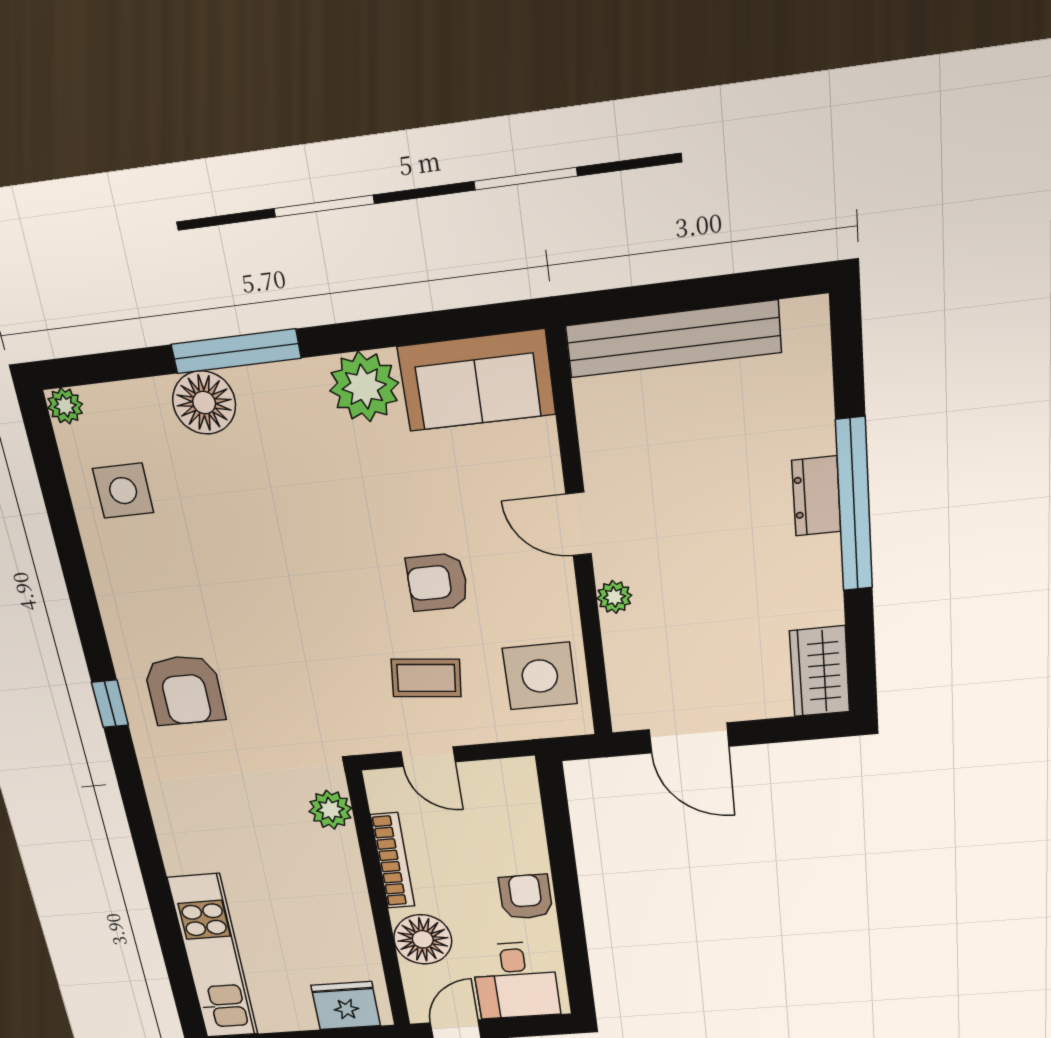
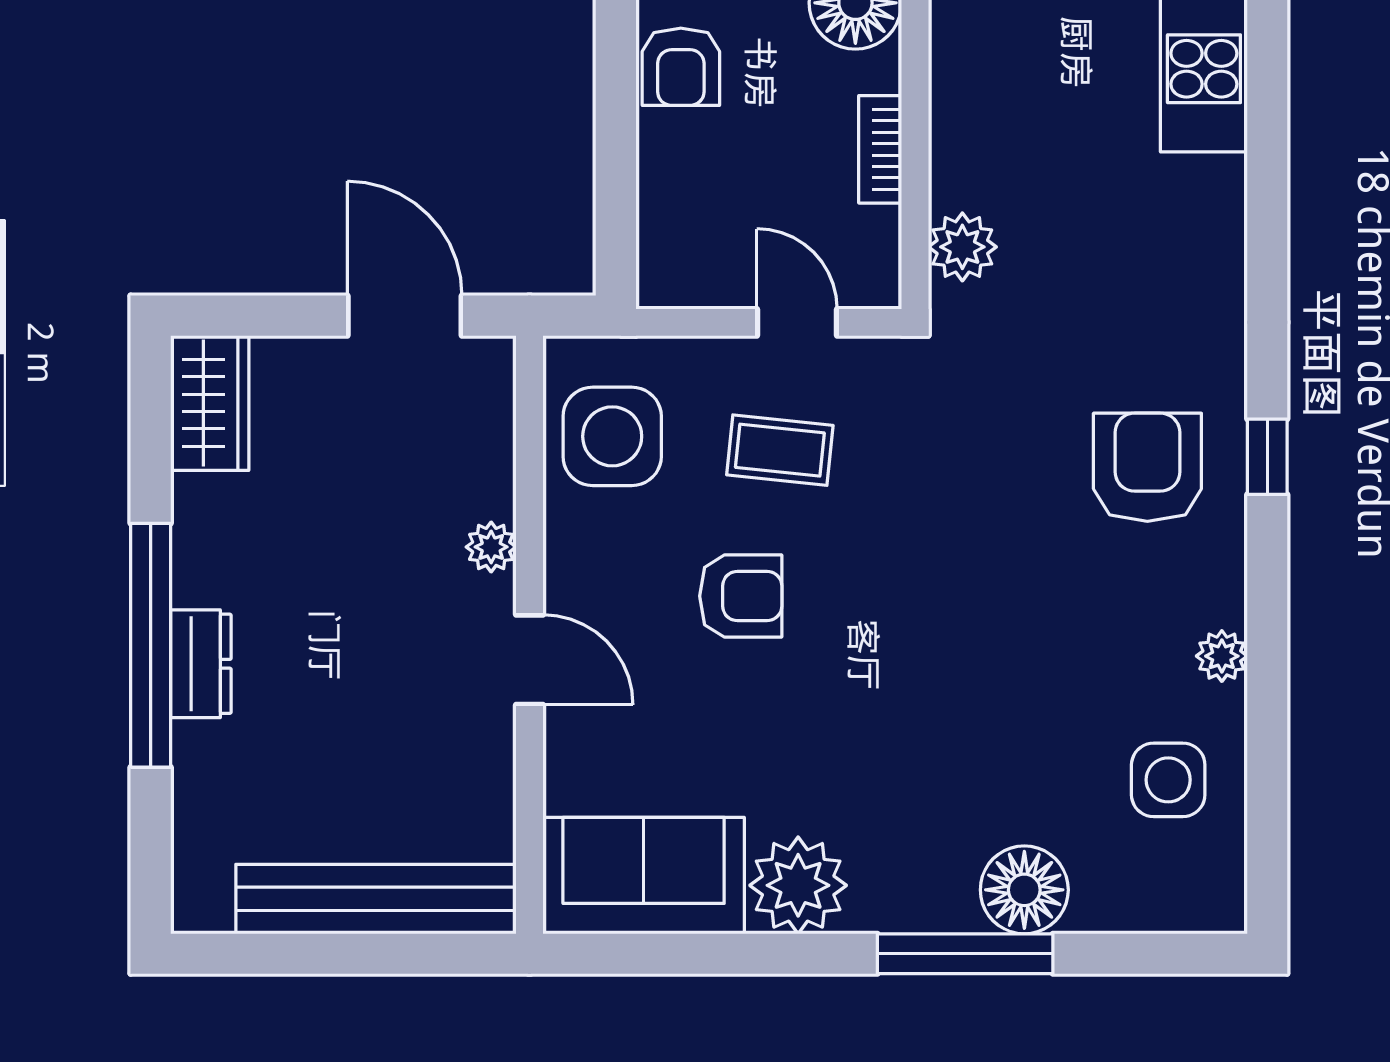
plant: (65, 406) -> (1222, 656), moved
bookcase: (393, 861) -> (880, 149), width x0.64

